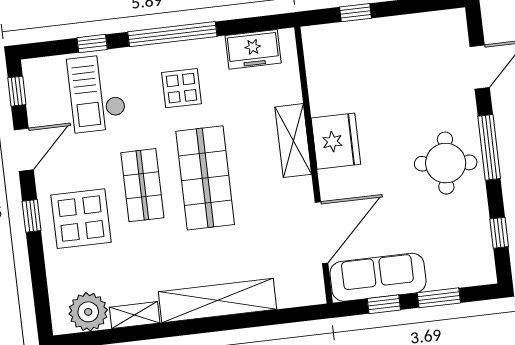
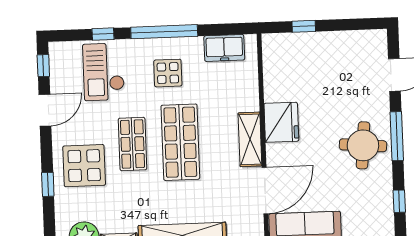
shelving: (293, 141) -> (250, 139), moved
window: (32, 216) -> (48, 184), moved

